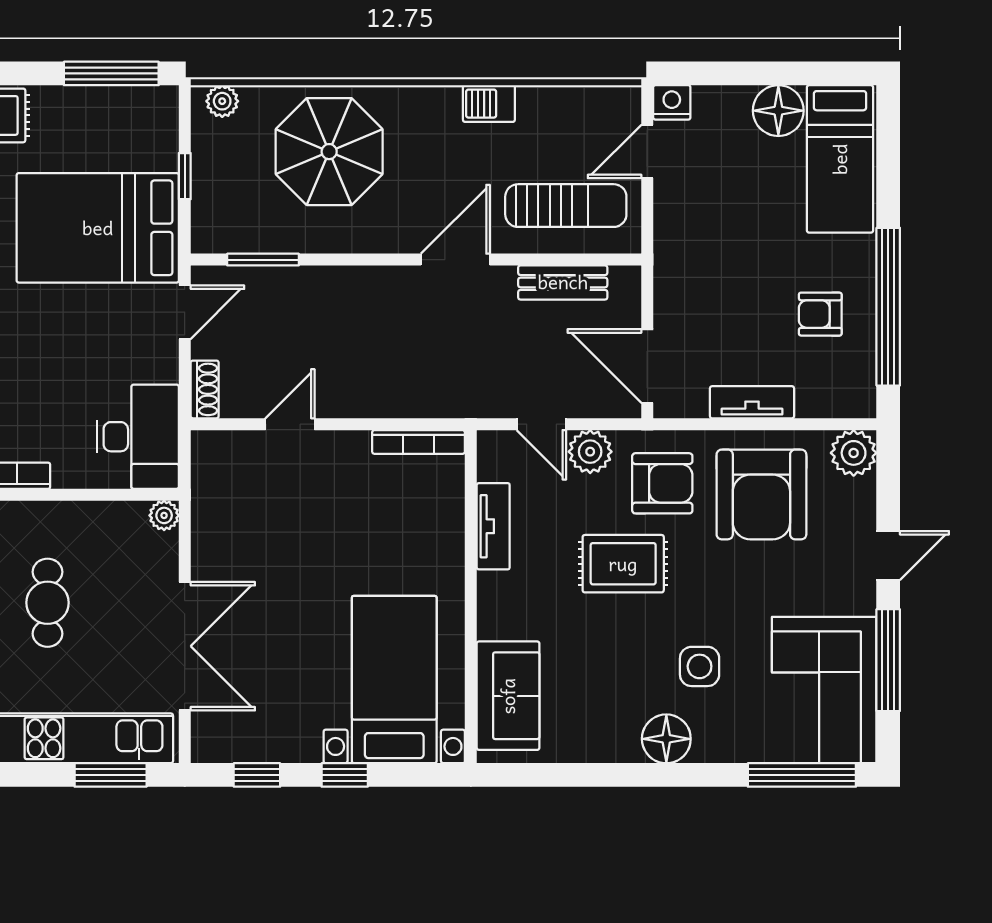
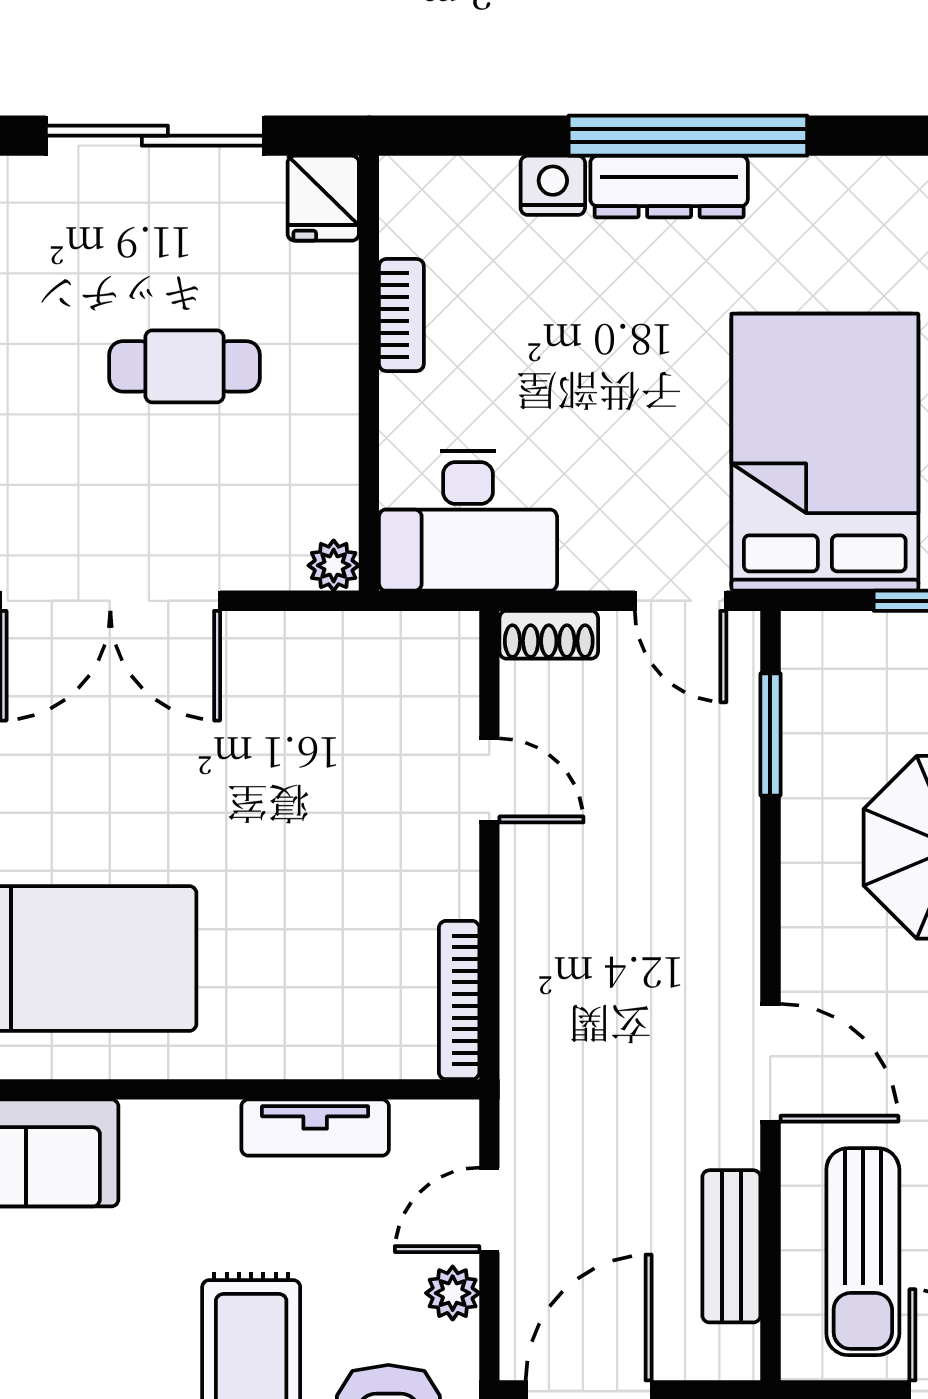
plant: (590, 452) -> (453, 1293), width x0.73, depth x0.73

